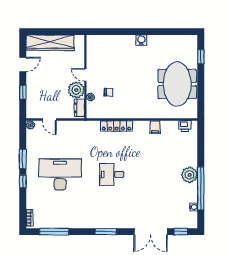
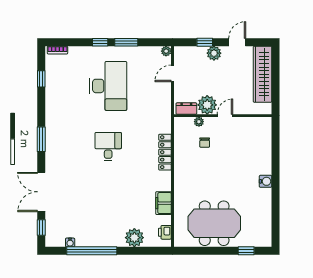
door: (23, 64) -> (237, 42), swing flipped
plant: (32, 84) -> (214, 53), added
filing cabinet: (155, 127) -> (164, 203), width x2.00
plant: (189, 175) -> (134, 238), moved
window: (54, 232) -> (41, 79), width x0.46

